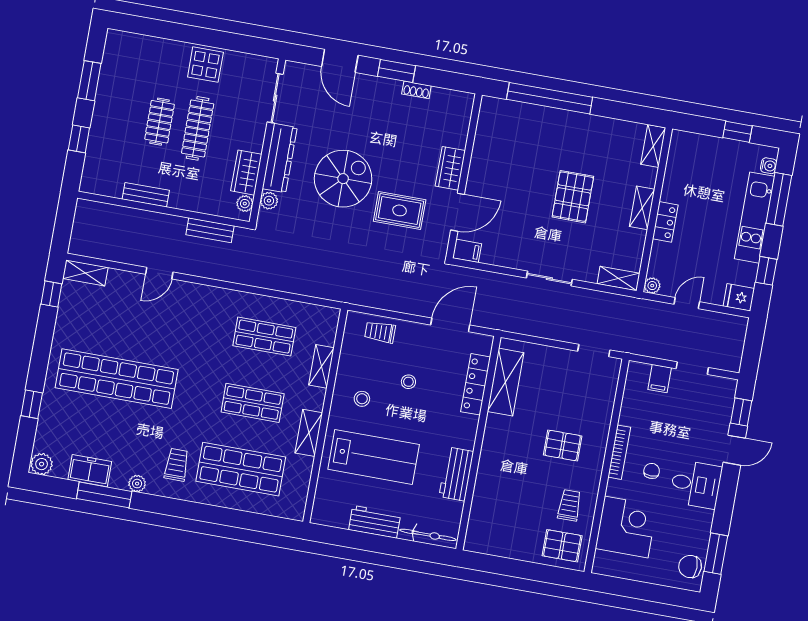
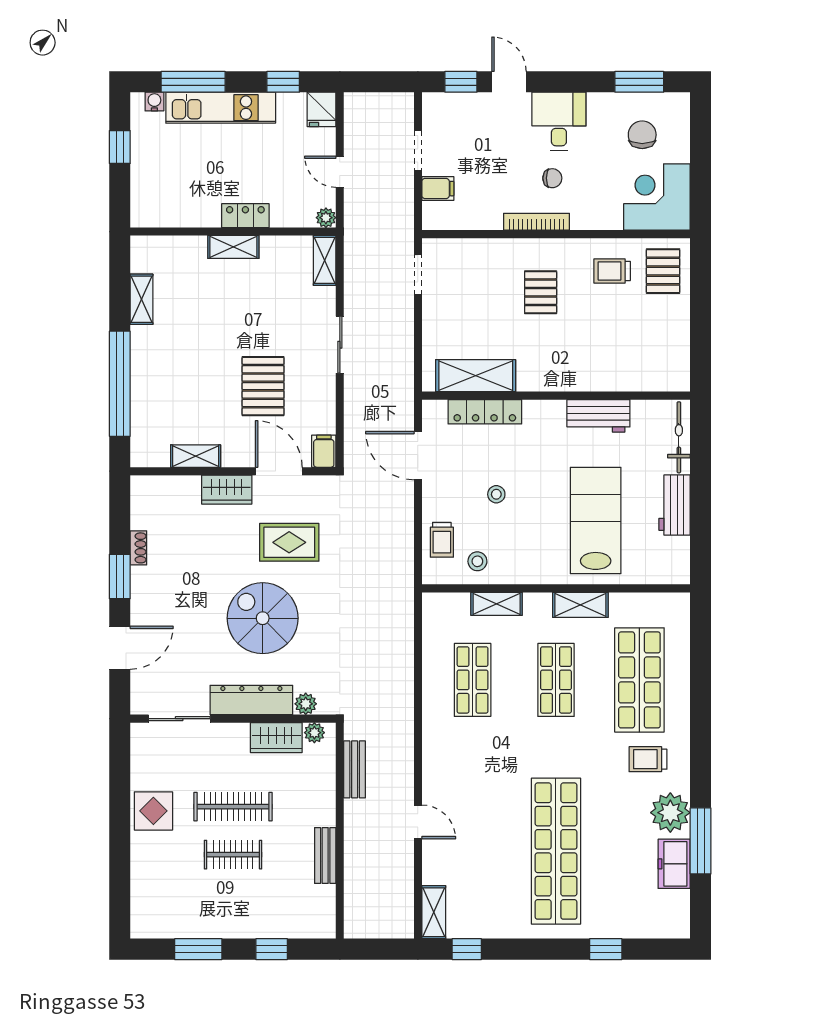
shelving: (653, 146) -> (141, 299), moved, turned 90
shelving: (481, 148) -> (196, 456), added
pallet: (573, 197) -> (263, 386), moved, turned 90
rug: (400, 210) -> (289, 542), turned 90
stool: (362, 399) -> (477, 561), moved
plant: (42, 464) -> (677, 924), removed
chair: (652, 471) -> (552, 178), turned 180
plant: (137, 484) -> (670, 813), width x1.87, depth x1.87
corner desk: (626, 527) -> (657, 197), moved
chair: (690, 566) -> (642, 135), moved, turned 180

